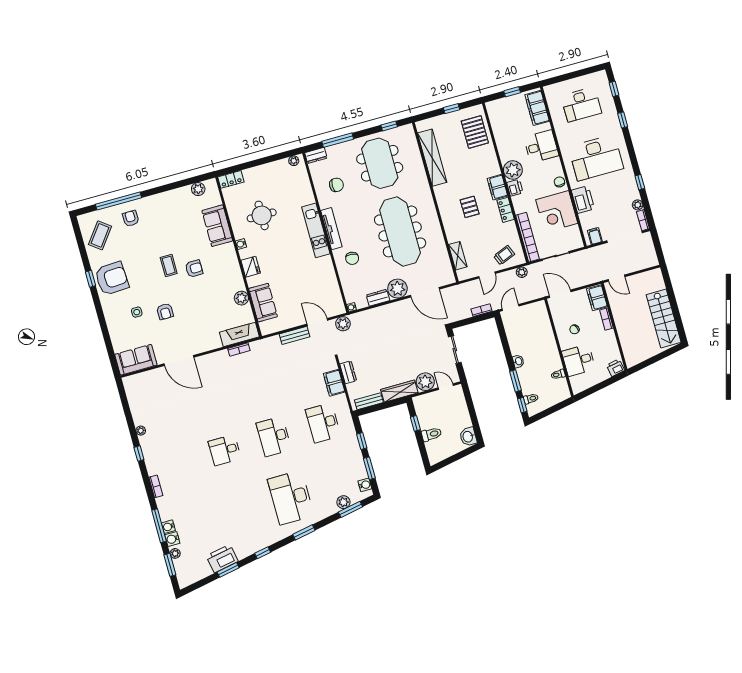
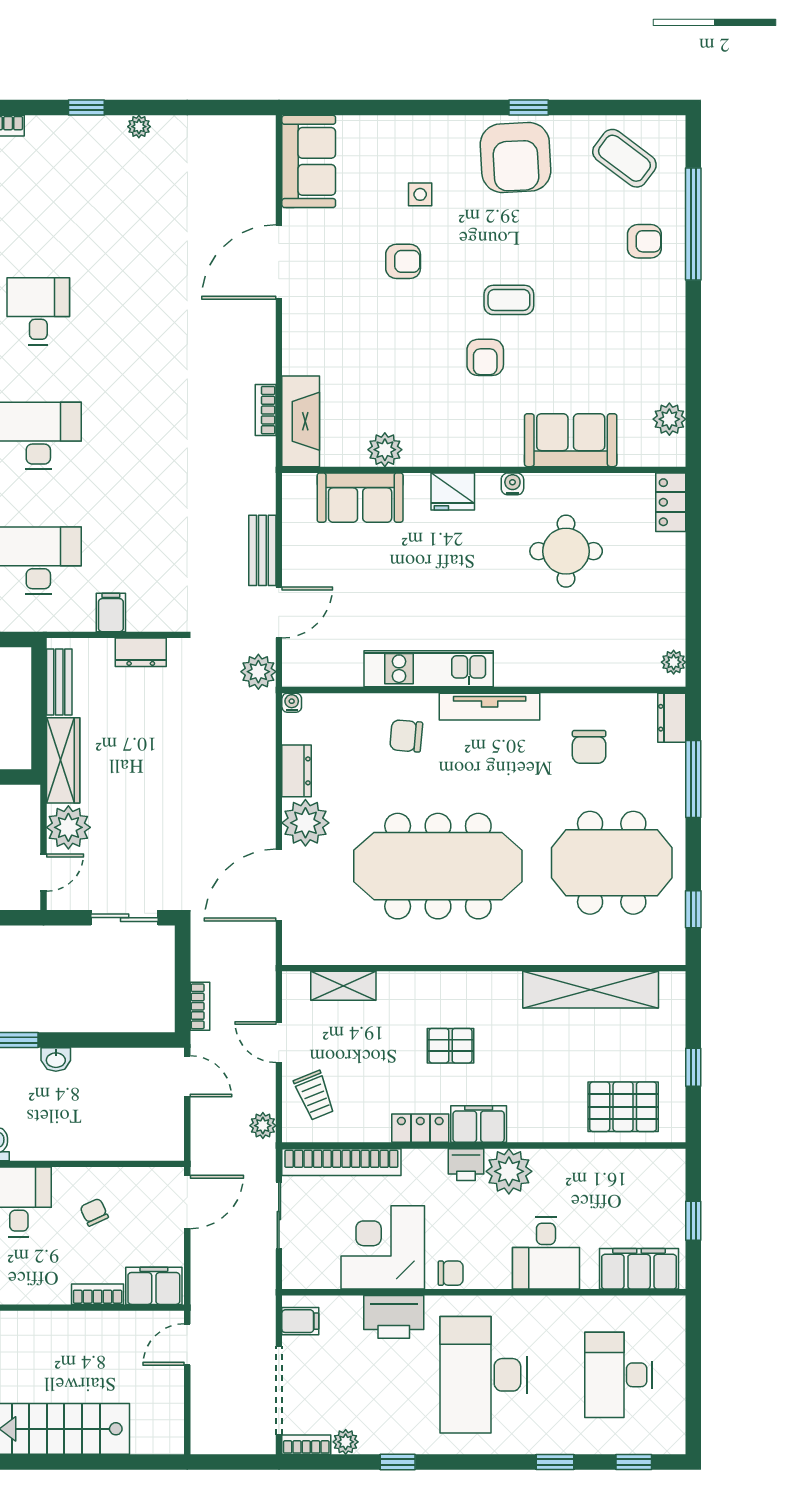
kitchen unit: (316, 230) -> (429, 669), moved
armchair: (165, 311) -> (403, 261), turned 180
filing cabinet: (334, 383) -> (111, 612), width x0.50

